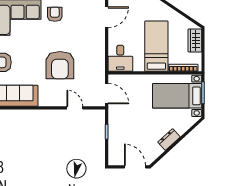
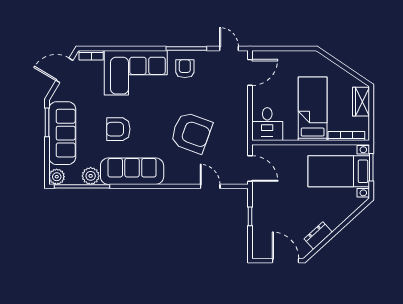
armchair: (60, 65) -> (191, 133), turned -70
dresser: (169, 140) -> (318, 236), moved

